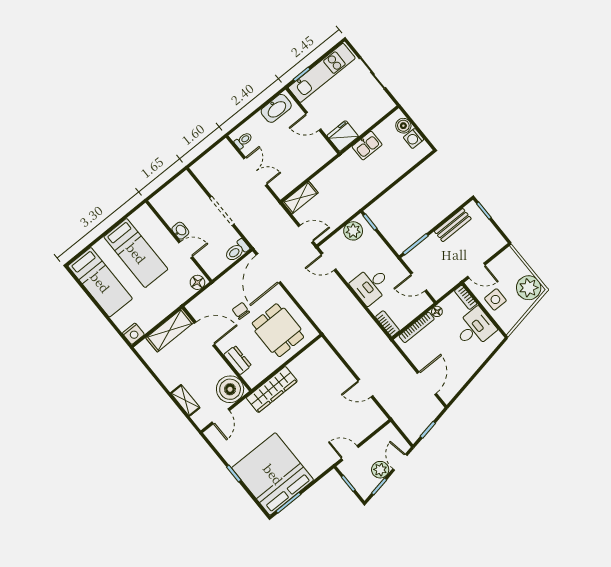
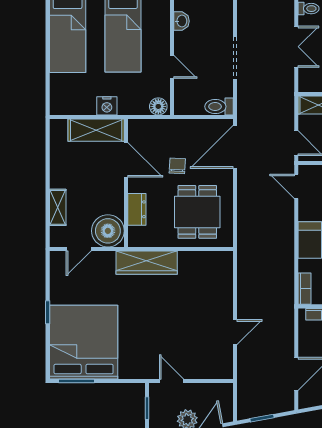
washbasin: (180, 231) -> (181, 21), moved
nightstand: (133, 334) -> (107, 106), moved
door: (365, 388) -> (235, 332), swing flipped

